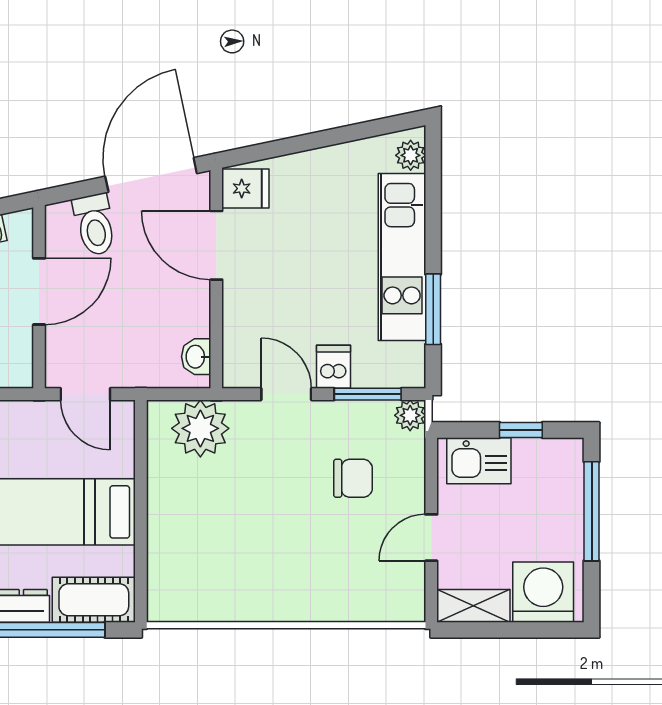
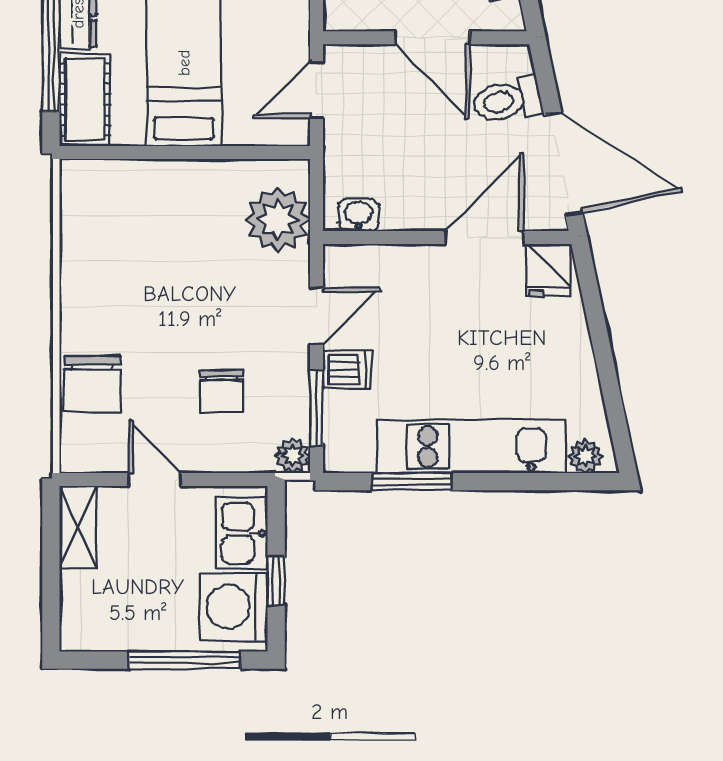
washing machine: (543, 592) -> (234, 607), moved, turned 180
chair: (347, 593) -> (92, 384), added

